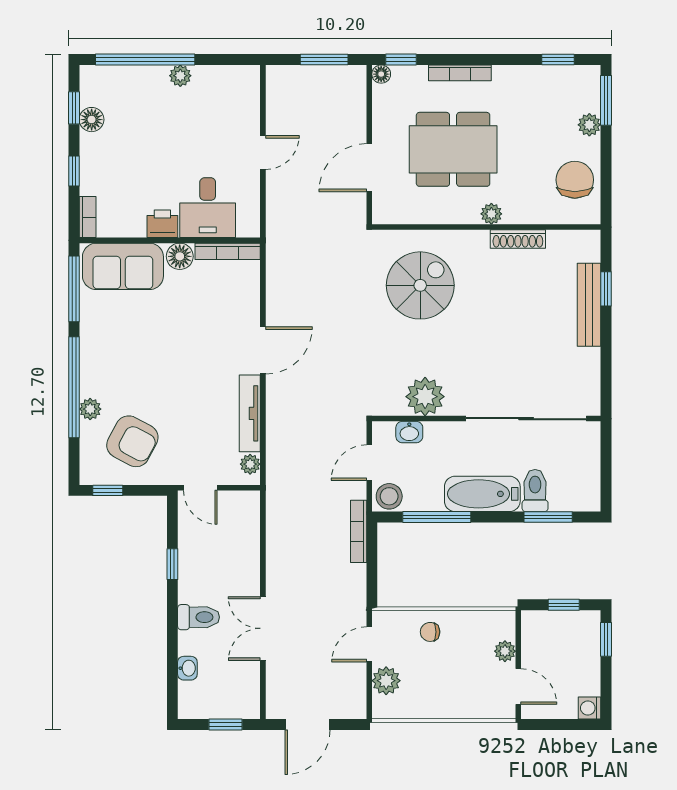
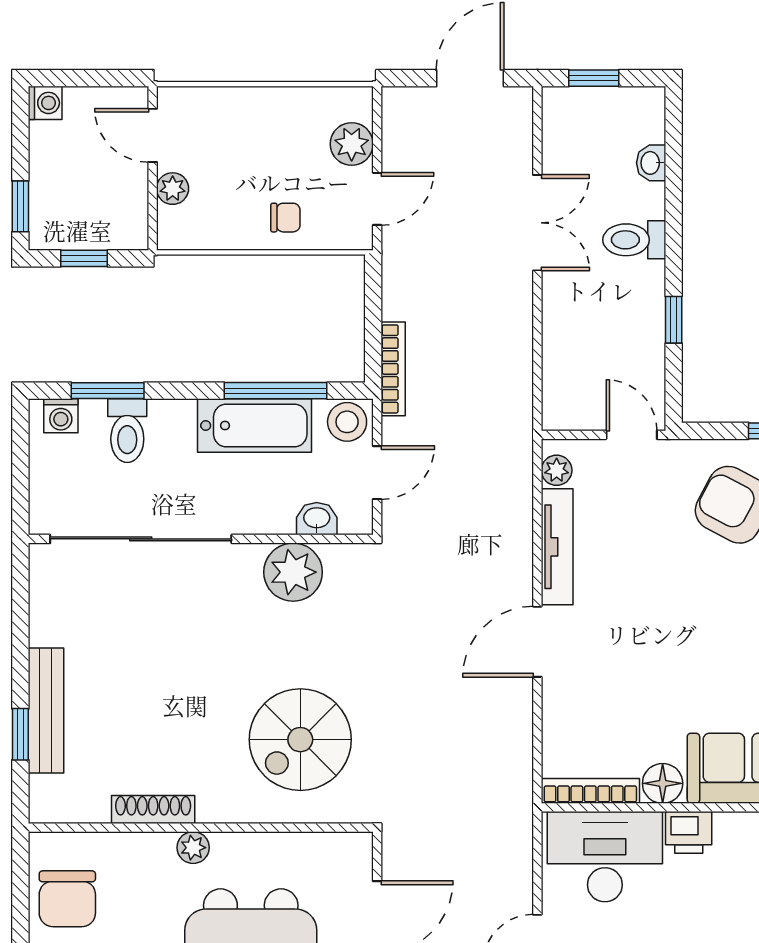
desk: (208, 208) -> (605, 857), width x1.37
bathtub: (482, 494) -> (255, 426), moved
washing machine: (579, 500) -> (61, 416), added

